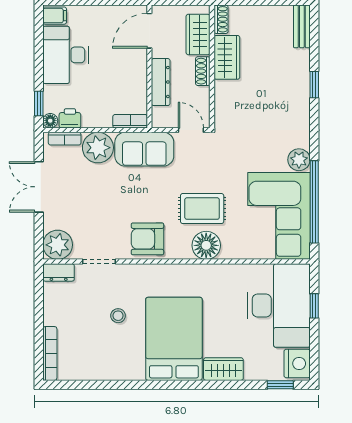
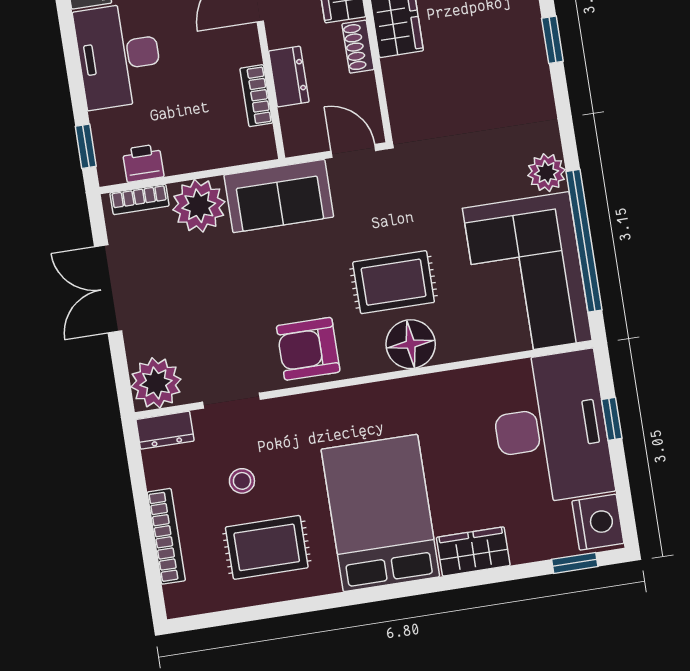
dresser: (161, 82) -> (289, 77), width x0.70
floor lamp: (50, 121) -> (110, 172), removed
bookcase: (130, 121) -> (256, 96), moved, turned -90
stool: (118, 316) -> (242, 481), moved
rug: (106, 348) -> (267, 547), added
bookcase: (50, 353) -> (166, 536), moved

